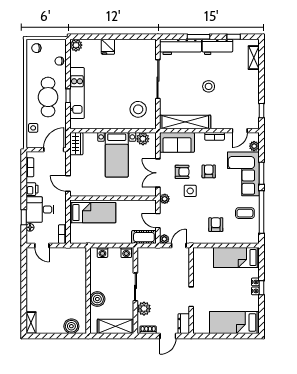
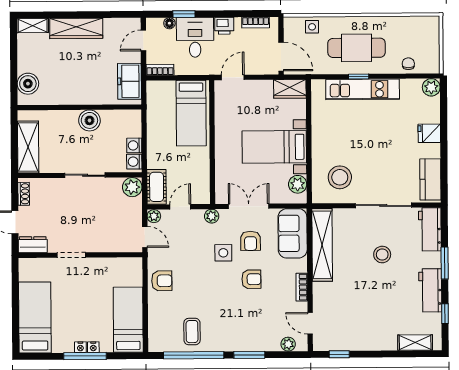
kitchen counter: (140, 46) -> (430, 179), added
workbench: (181, 47) -> (430, 229), width x0.73
chair: (36, 48) -> (427, 31), removed
stool: (209, 86) -> (382, 254), moved
corner sofa: (243, 174) -> (248, 329), removed
armchair: (216, 225) -> (162, 281), moved
washing machine: (102, 252) -> (134, 145), moved
freezer: (70, 255) -> (129, 81), added
window: (261, 288) -> (85, 356), width x2.17
wardrobe: (33, 292) -> (76, 28), added
boiler: (97, 299) -> (89, 120), moved
plant: (144, 309) -> (132, 187), moved

